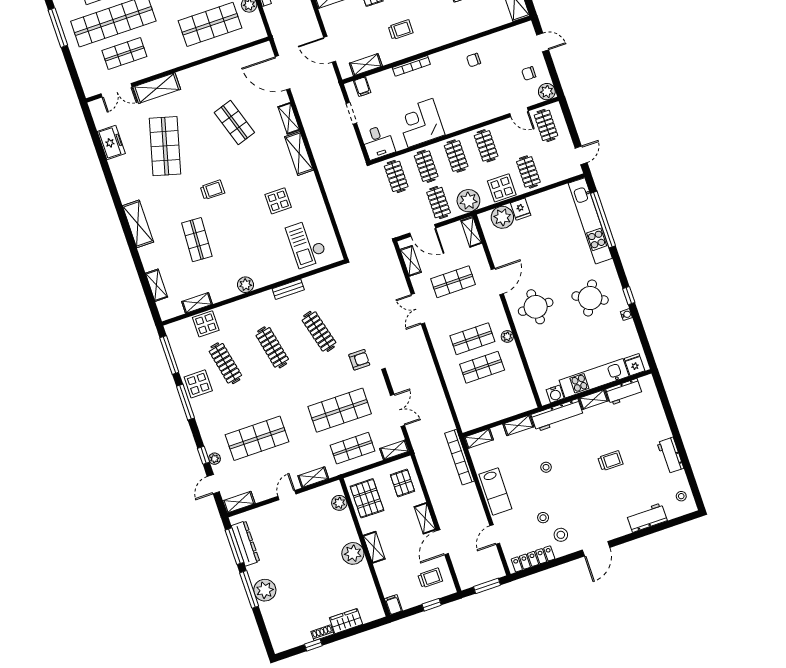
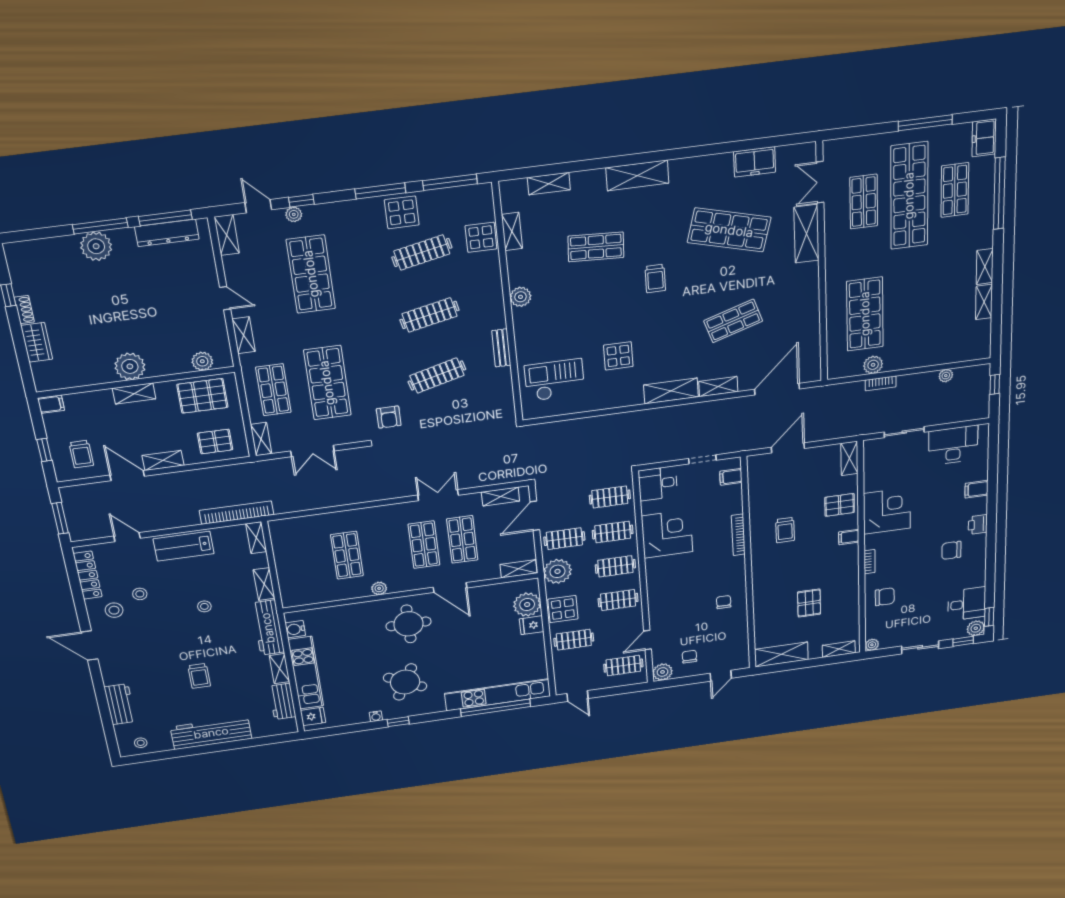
shelving: (366, 65) -> (756, 485), removed
shop shelf: (472, 339) -> (424, 545), moved
workbench: (670, 455) -> (211, 733), width x1.88, depth x1.32

